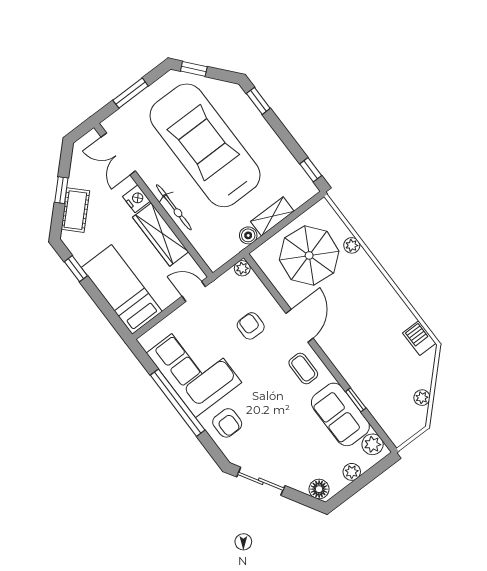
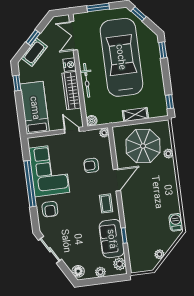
boiler: (248, 235) -> (92, 121), moved
armchair: (251, 326) -> (91, 165), turned -90

